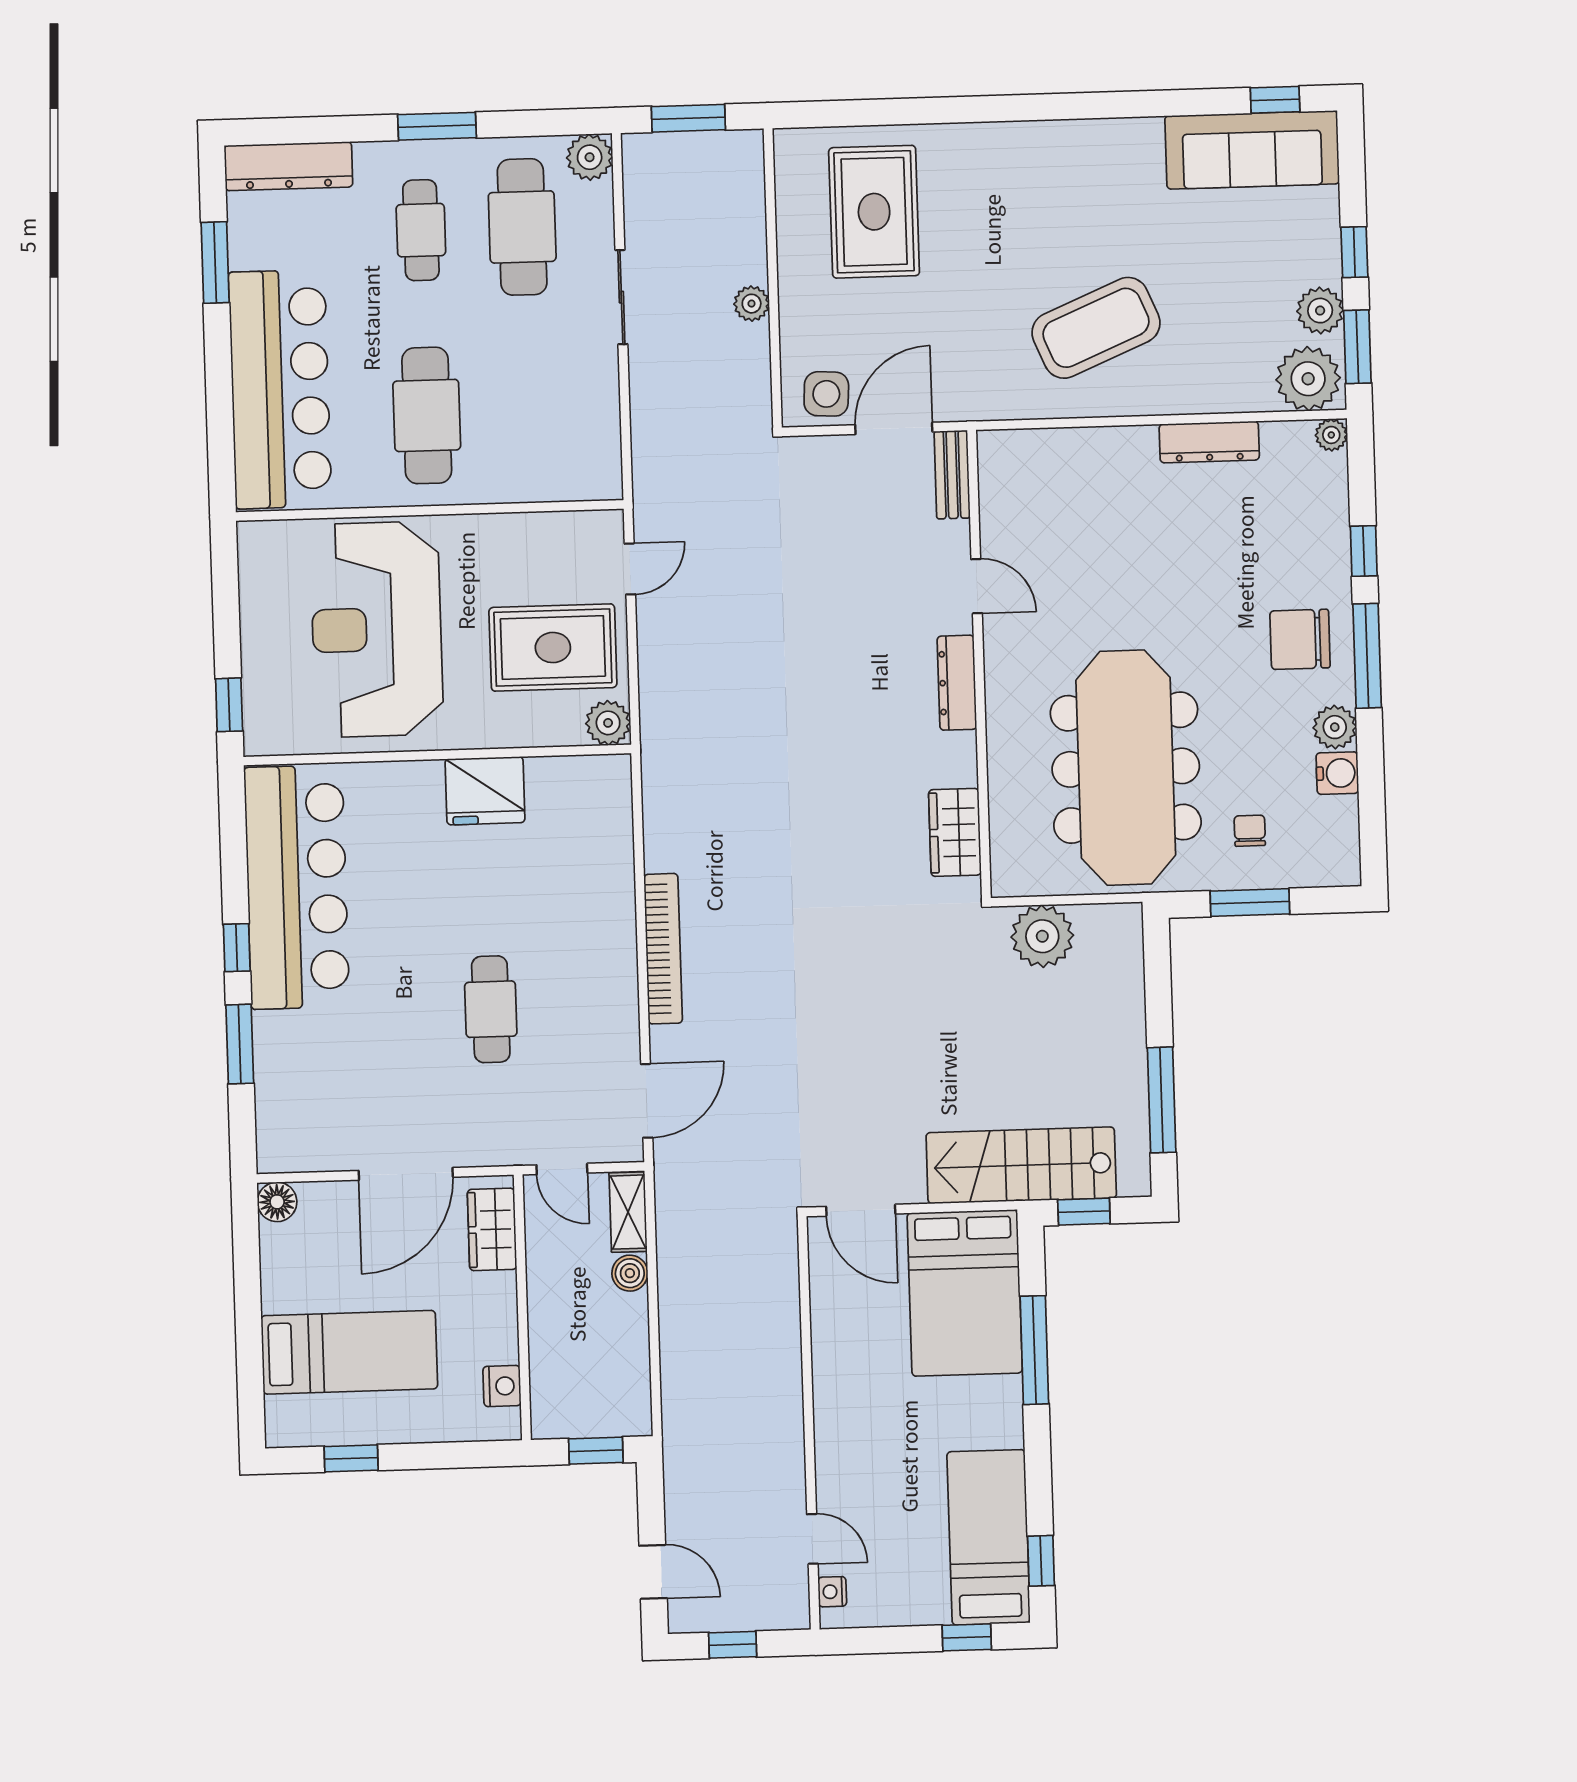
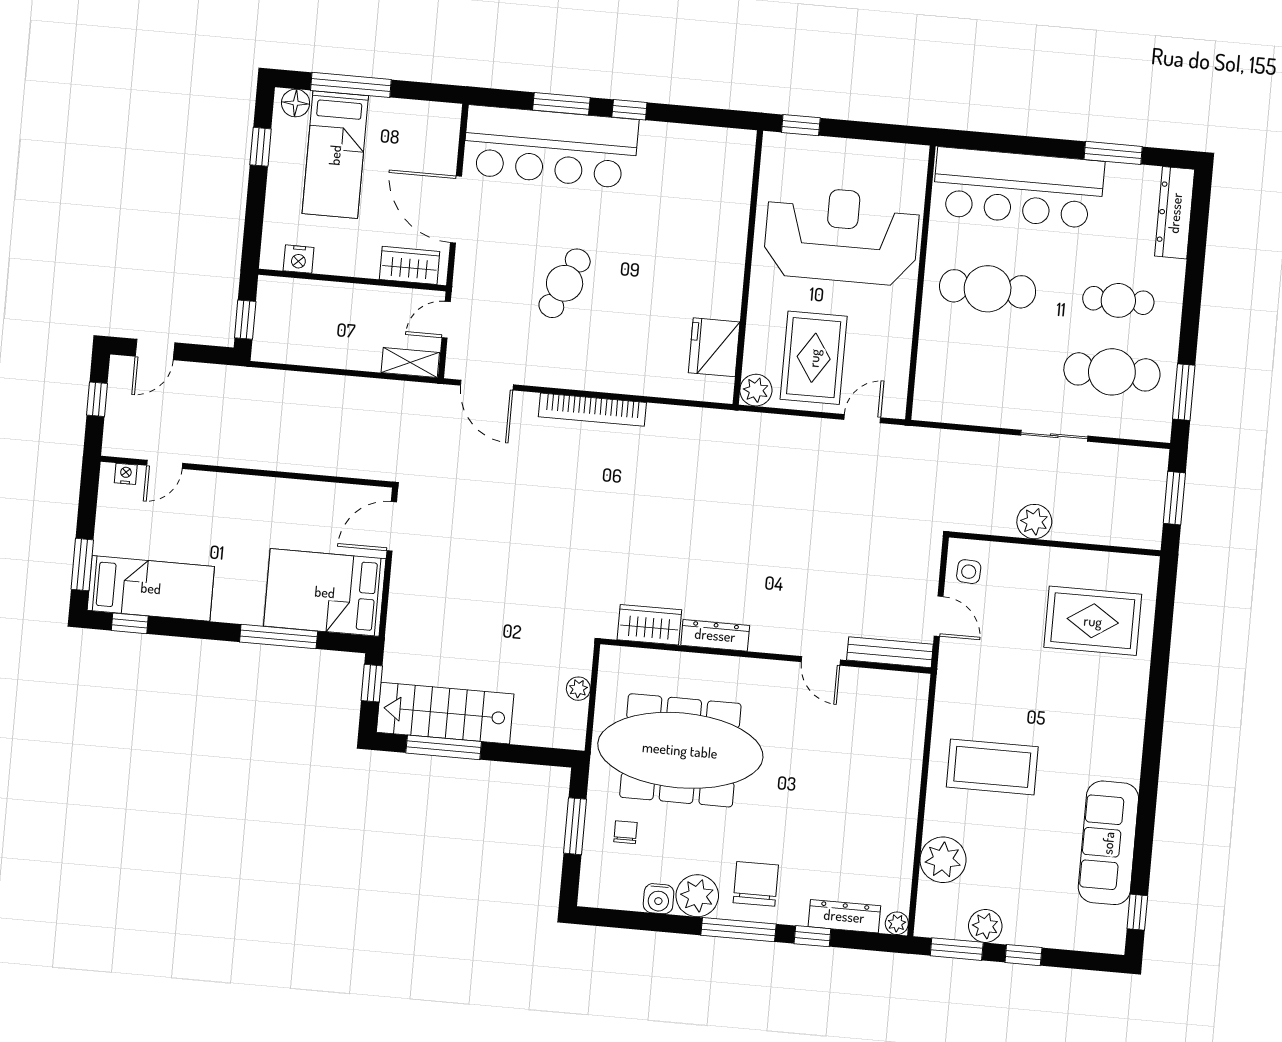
window: (437, 126) -> (1184, 392), moved
sofa: (1252, 150) -> (1108, 843), moved
plant: (590, 157) -> (1155, 425), removed
plant: (752, 304) -> (1034, 522), width x1.38, depth x1.38
coffee table: (1096, 328) -> (992, 767), turned -67
plant: (1308, 379) -> (943, 860), moved
side table: (826, 394) -> (969, 572), width x0.73, depth x0.73
door: (894, 428) -> (939, 616), width x0.73
dresser: (1209, 442) -> (844, 916), moved, turned 90
bench: (952, 475) -> (890, 652), width x1.36
door: (630, 569) -> (862, 419), swing flipped
door: (977, 586) -> (821, 661), hinge flipped
dresser: (957, 683) -> (715, 635), moved
plant: (1335, 727) -> (697, 896), width x1.36, depth x1.36
fridge: (485, 791) -> (714, 347), moved
chair: (1250, 831) -> (625, 832), turned -90
bar counter: (297, 887) -> (551, 147), moved
plant: (1042, 936) -> (578, 689), width x0.53, depth x0.53
cafe table: (491, 1009) -> (565, 283), turned -65
stairs: (1021, 1165) -> (445, 713), moved, turned -90
floor lamp: (277, 1202) -> (296, 103), moved
boiler: (630, 1273) -> (367, 359), removed
window: (249, 1342) -> (351, 85), added
window: (967, 1637) -> (82, 565), width x1.50

